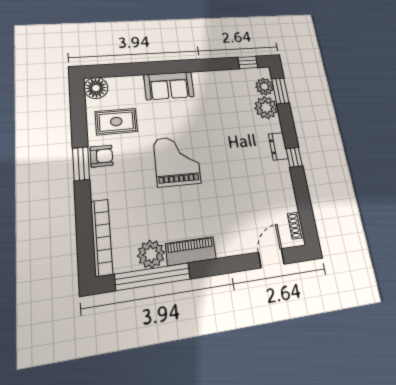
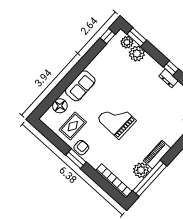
floor lamp: (96, 88) -> (60, 106), moved
dresser: (278, 146) -> (169, 78), moved

